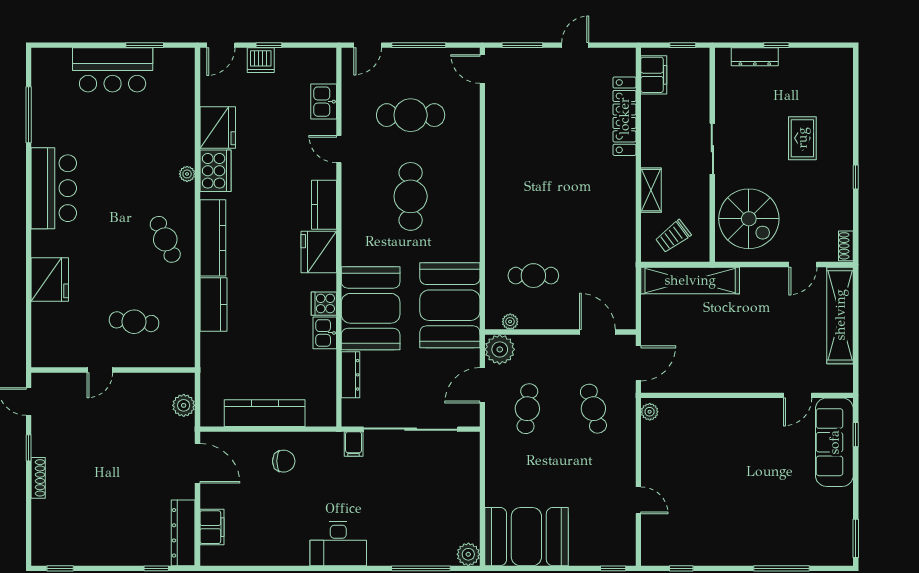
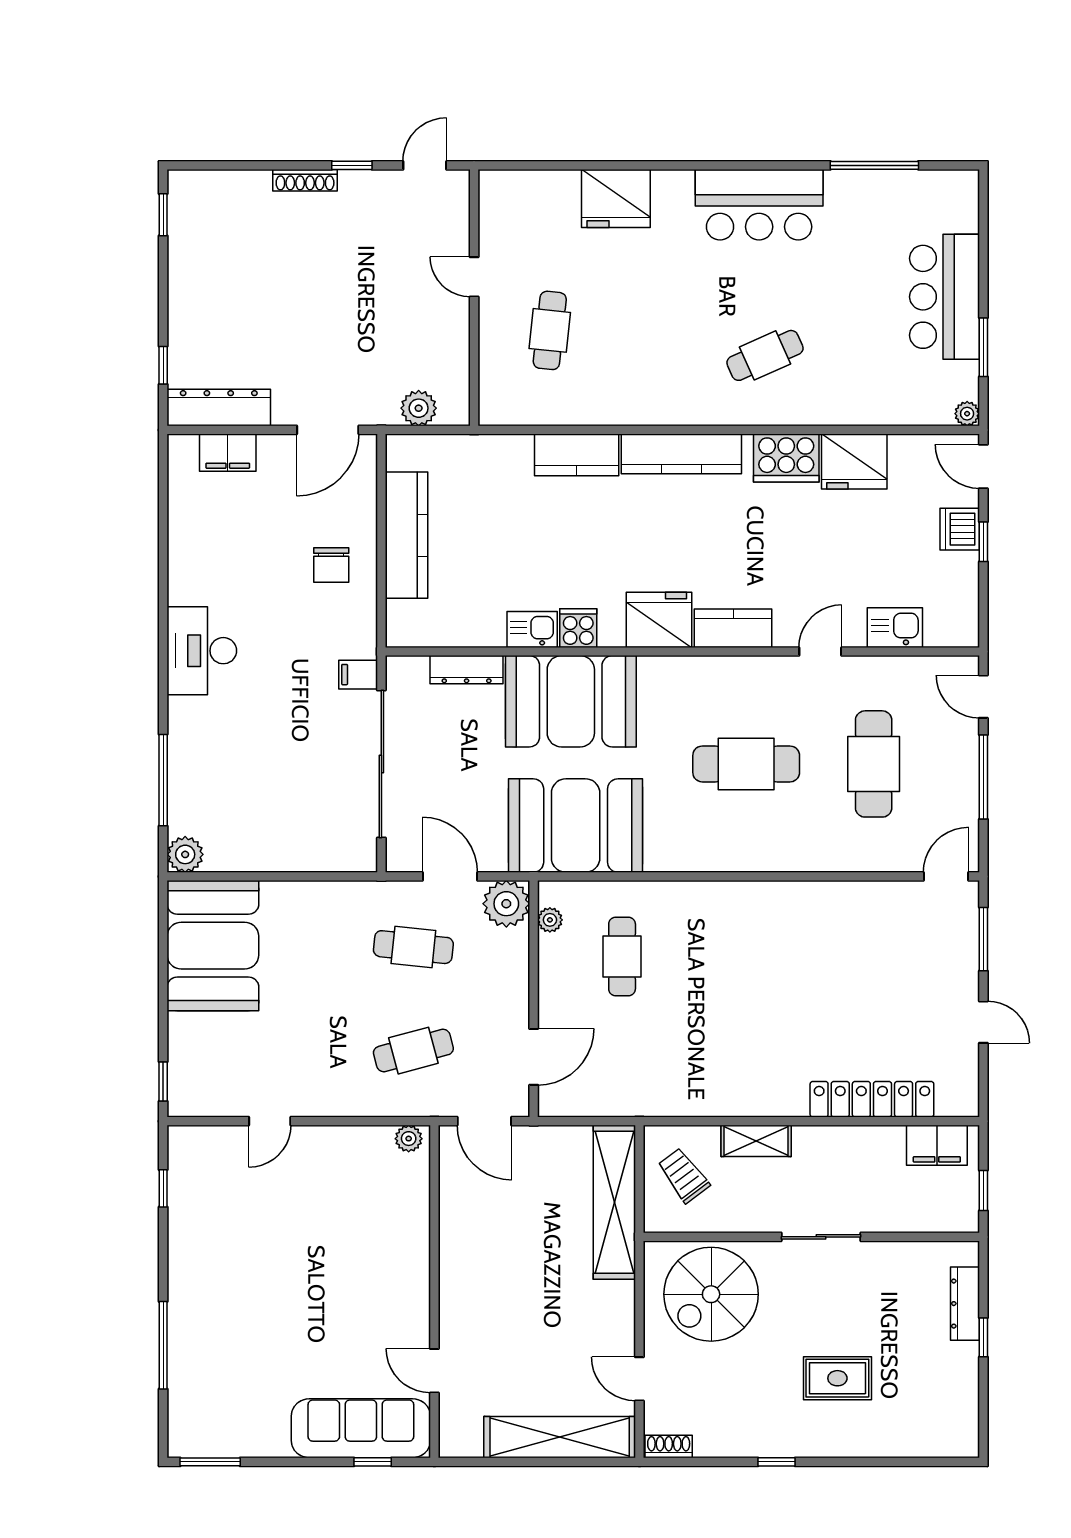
plant: (187, 174) -> (967, 414), moved
cafe table: (165, 239) -> (765, 355), moved

